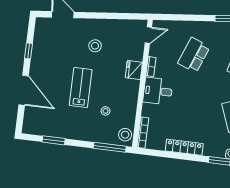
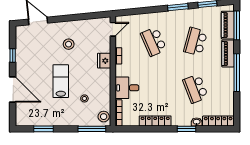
school desk: (194, 55) -> (154, 42), turned -45
desk: (158, 91) -> (127, 88), moved

